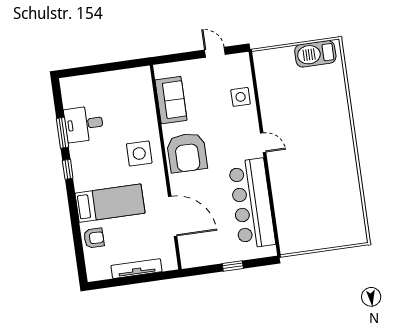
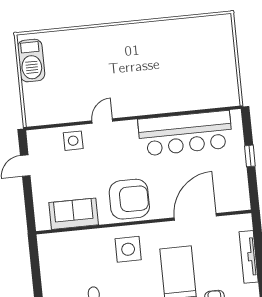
door: (263, 143) -> (102, 121), moved

